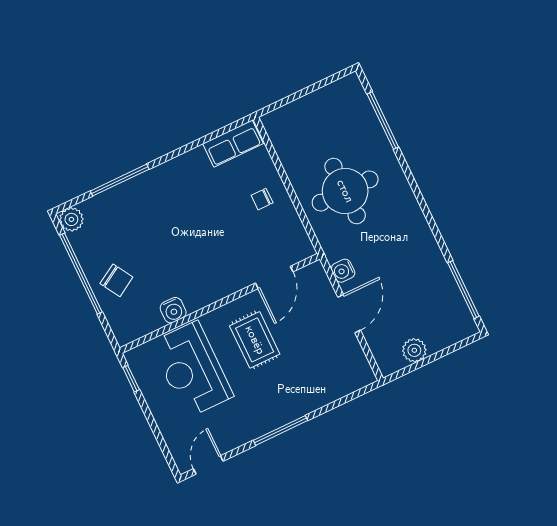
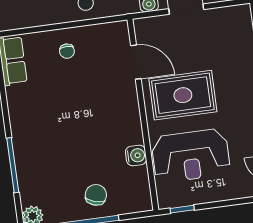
chair: (116, 280) -> (96, 195), turned -42
rug: (255, 340) -> (183, 95), width x1.36, depth x1.43

